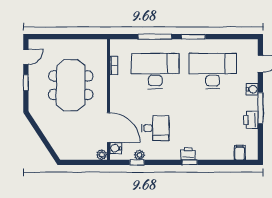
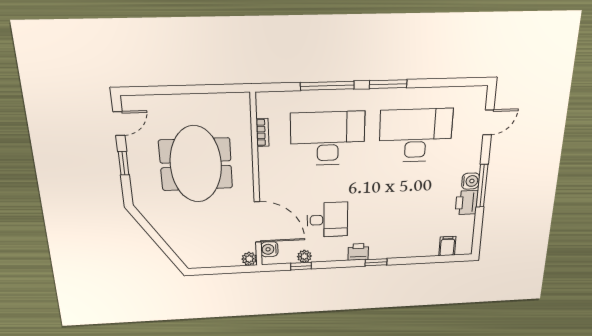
water cooler: (252, 89) -> (471, 181), moved
printer: (188, 154) -> (358, 252), moved

